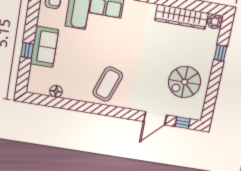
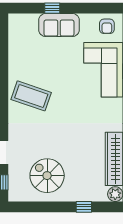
floor lamp: (56, 91) -> (15, 44), removed

